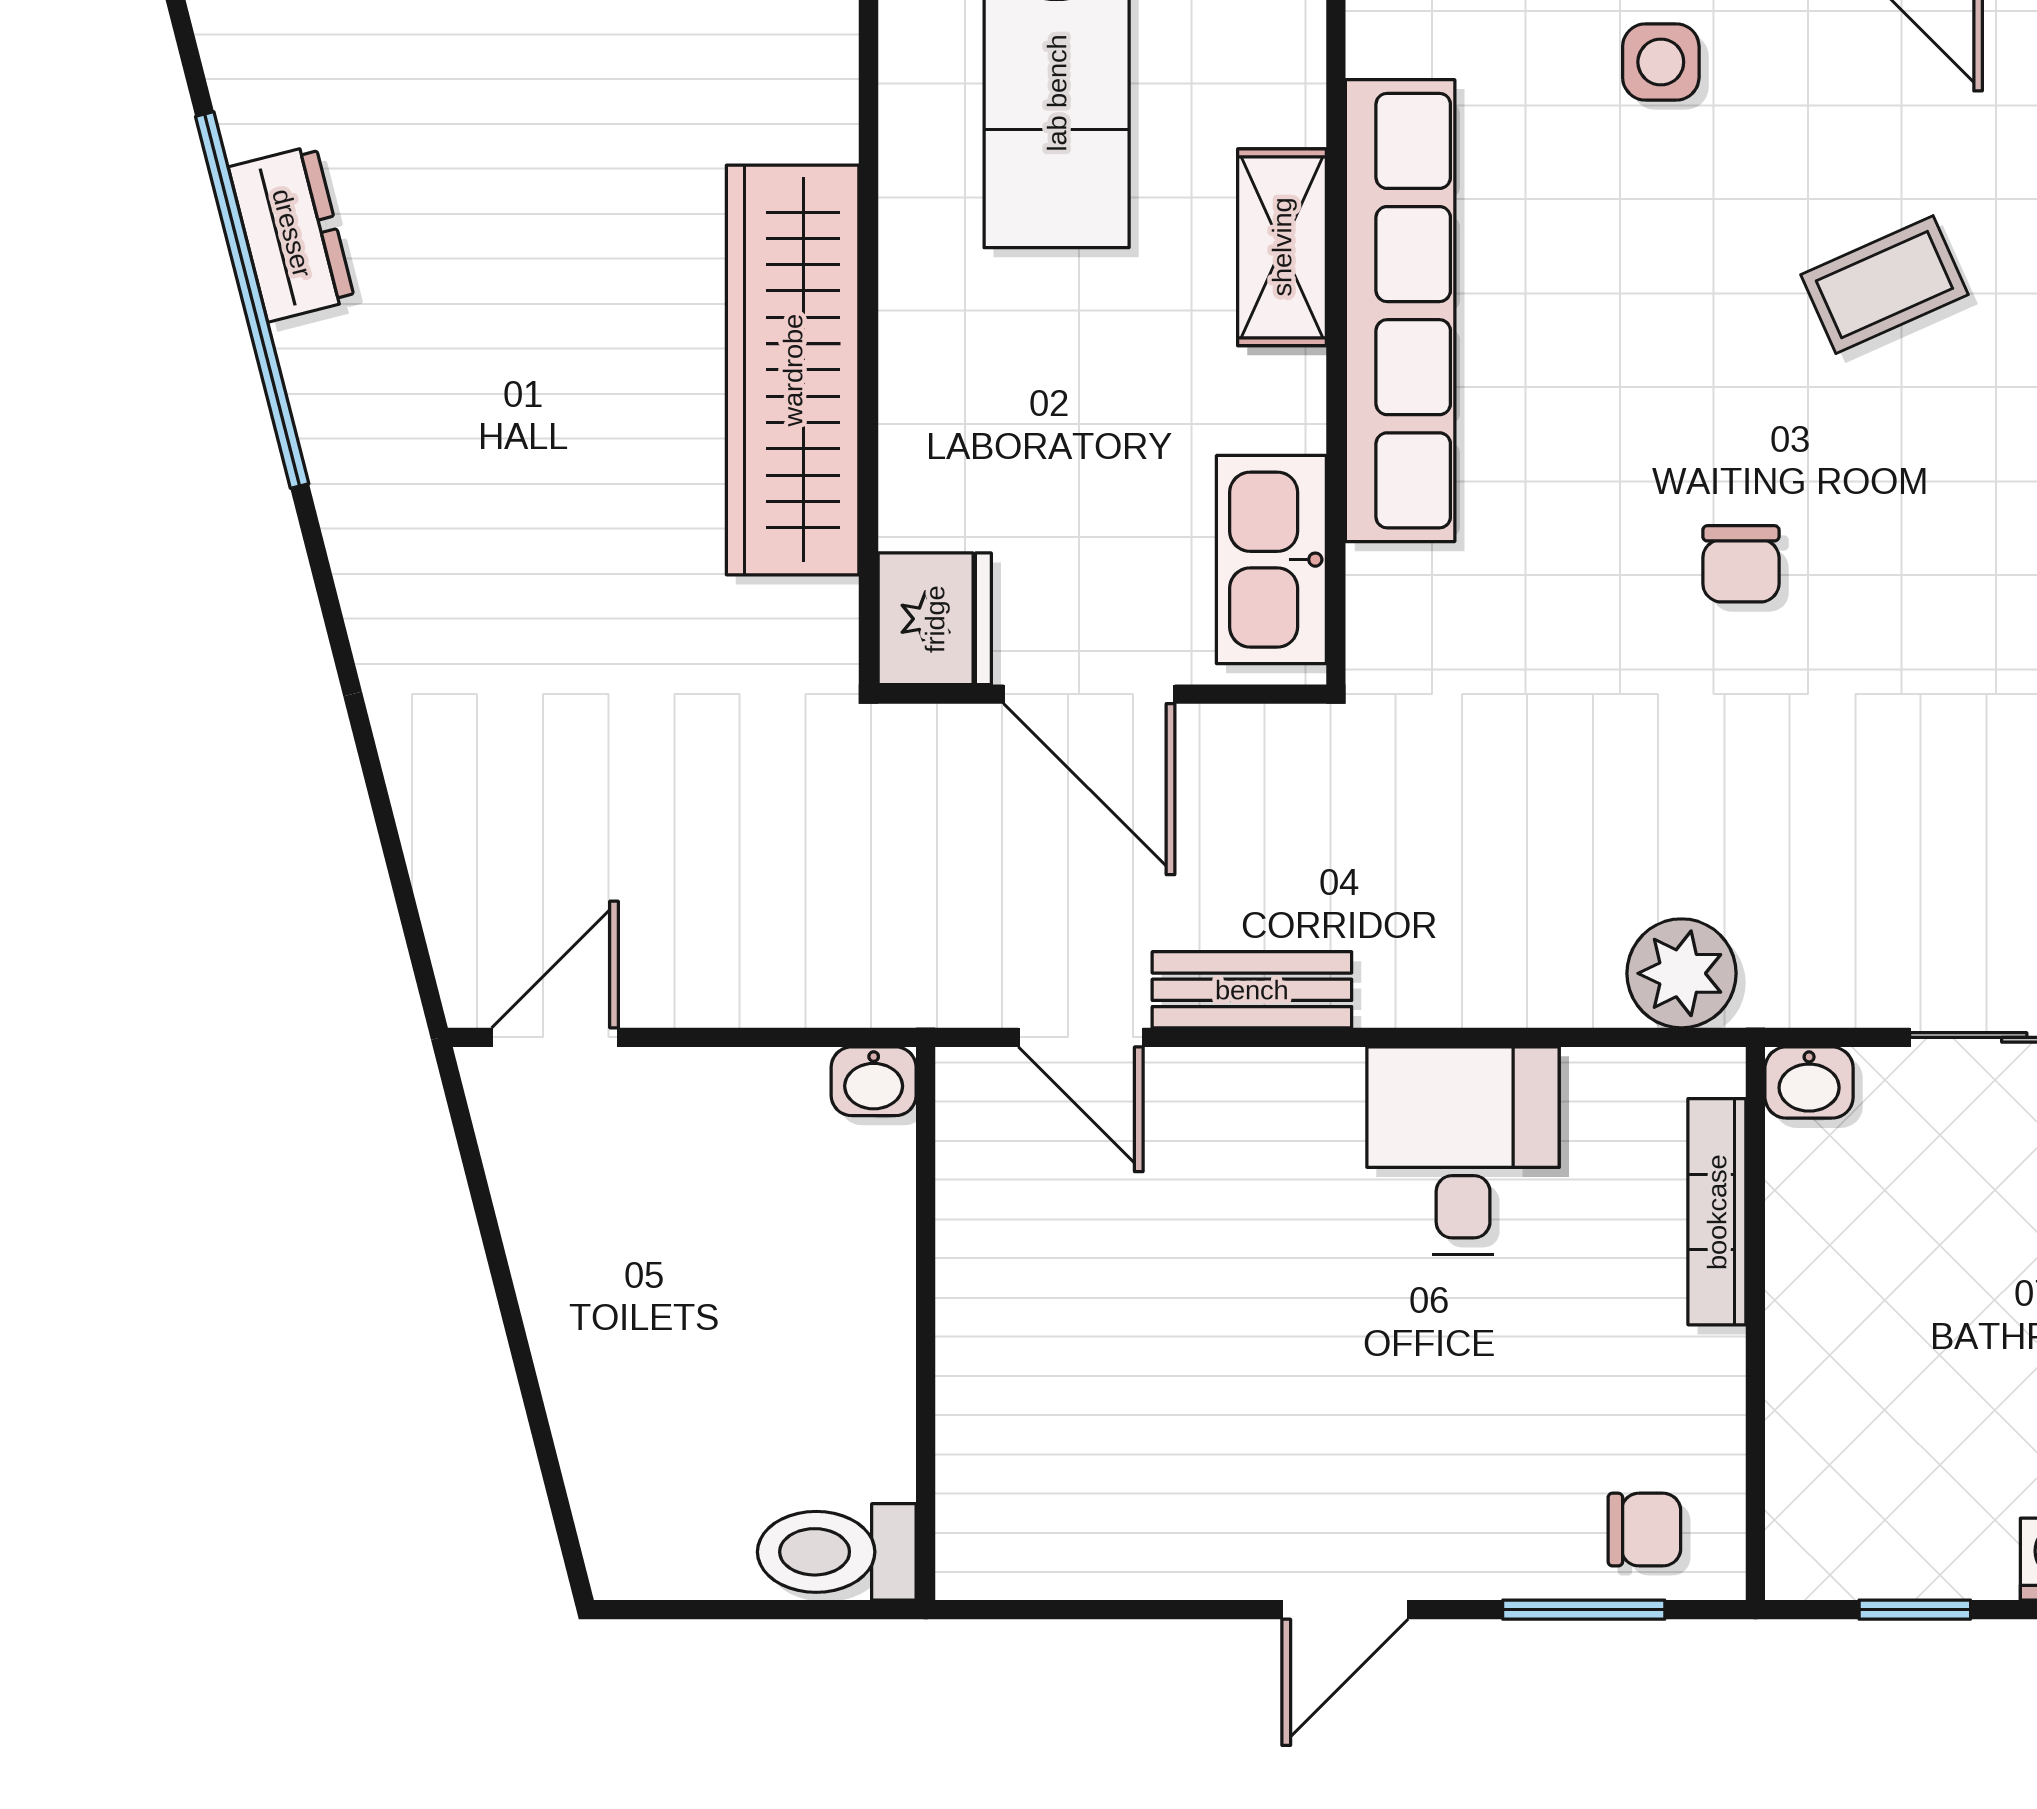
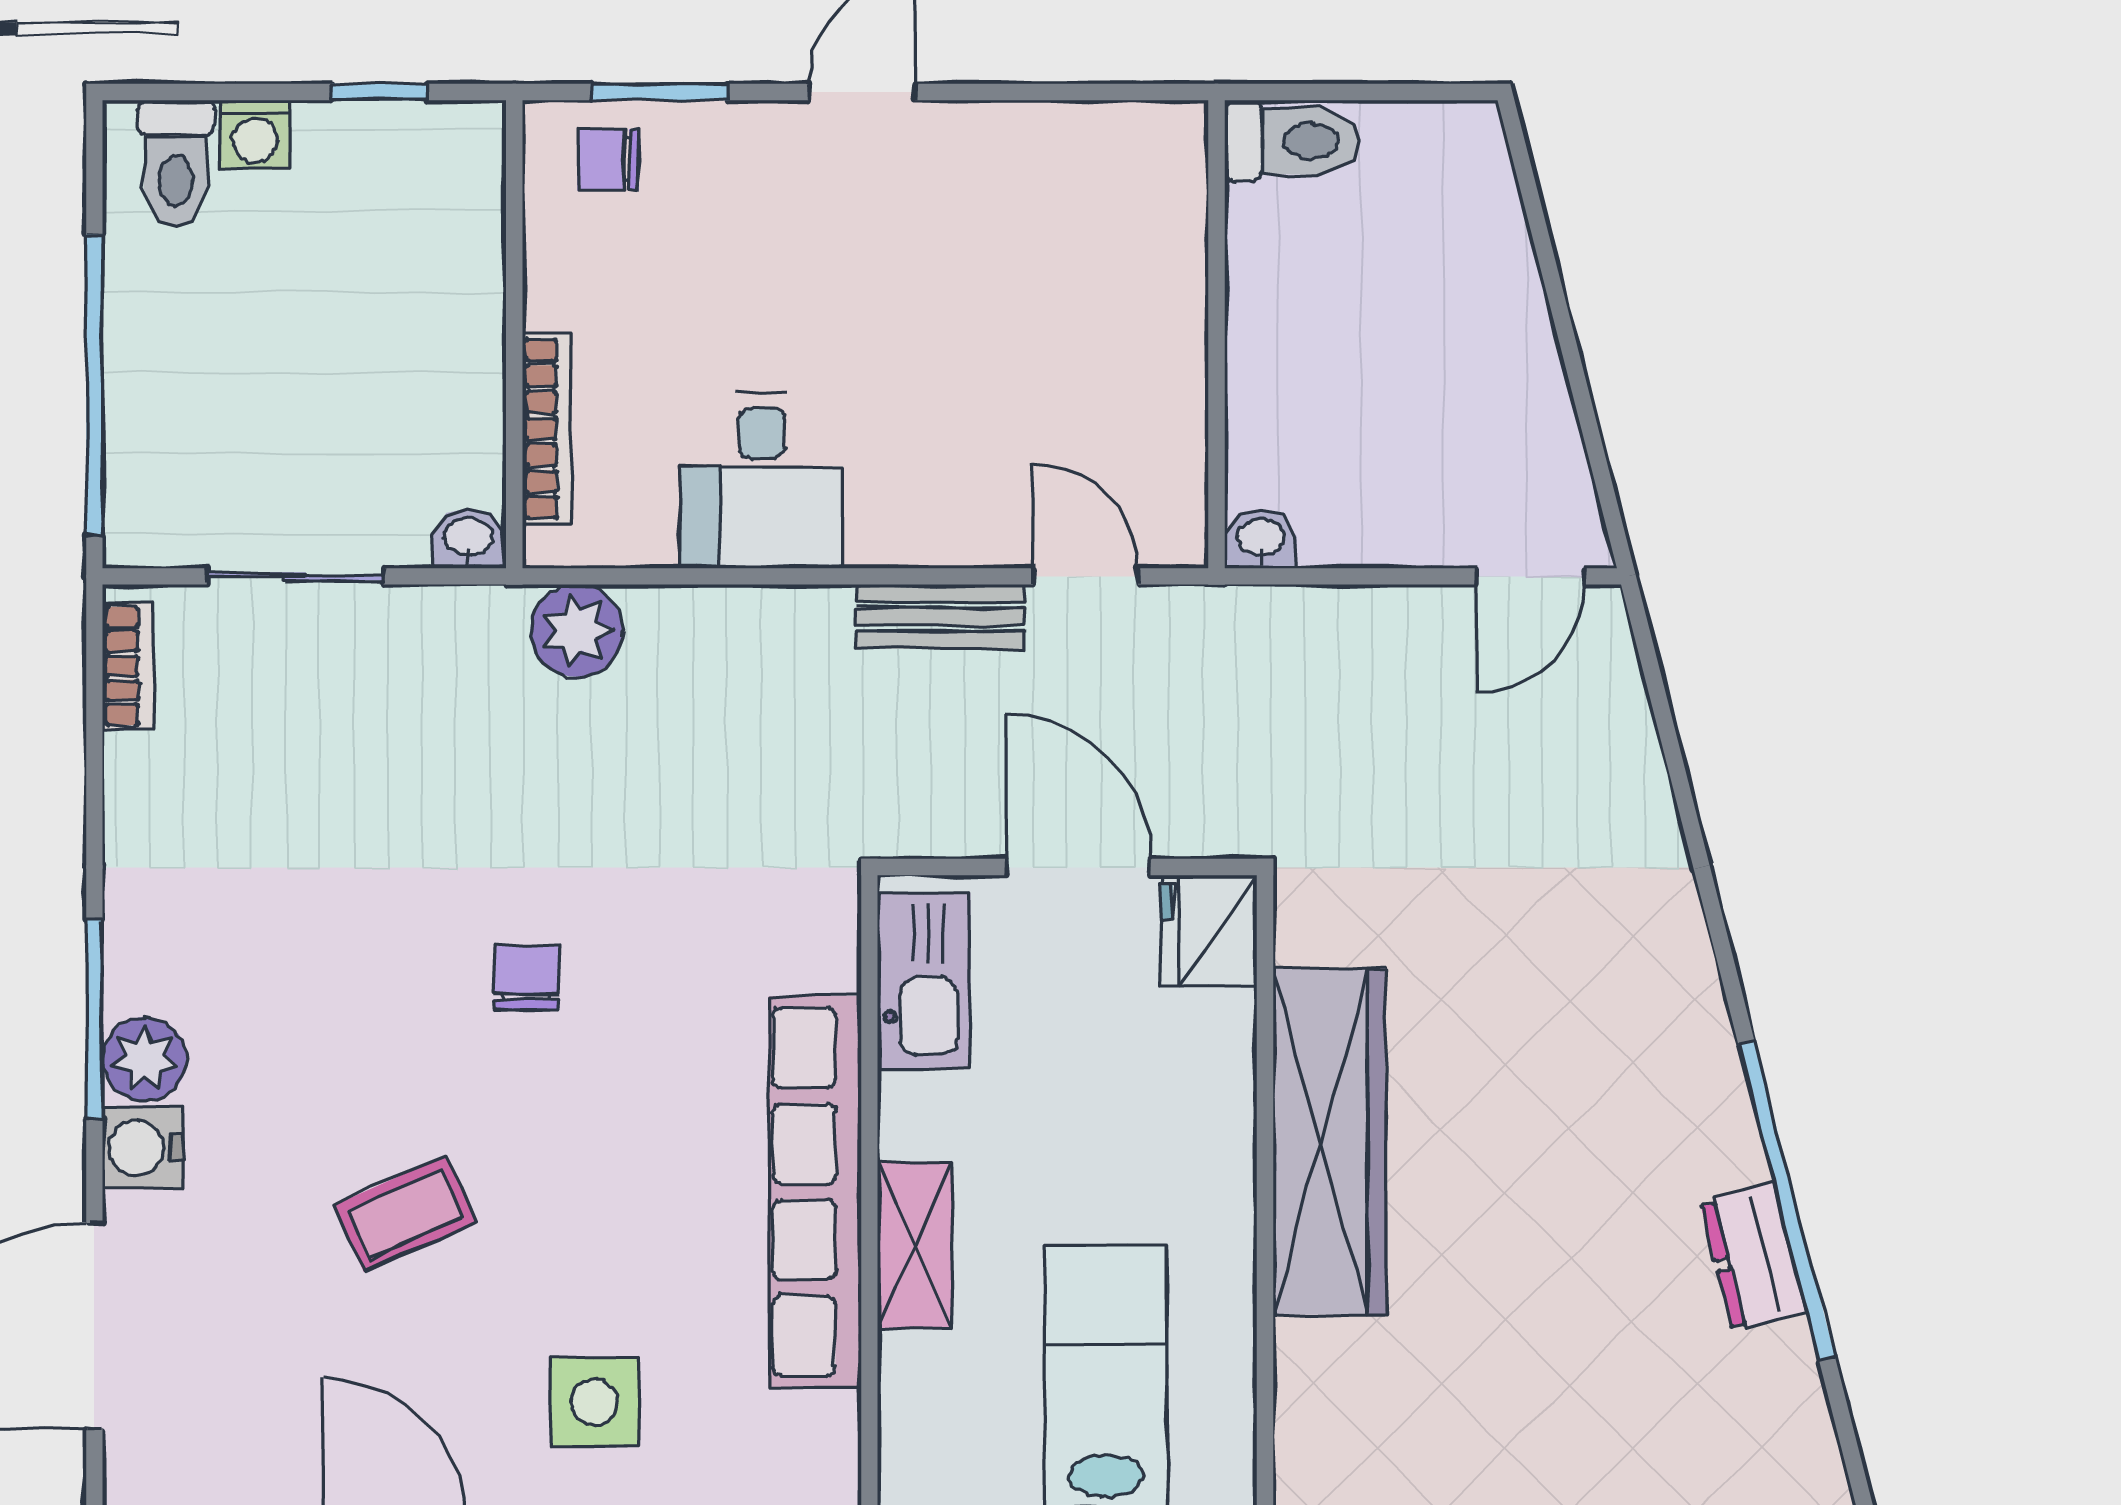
side table: (1661, 62) -> (594, 1402), width x1.37, depth x1.37

